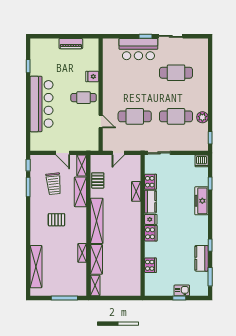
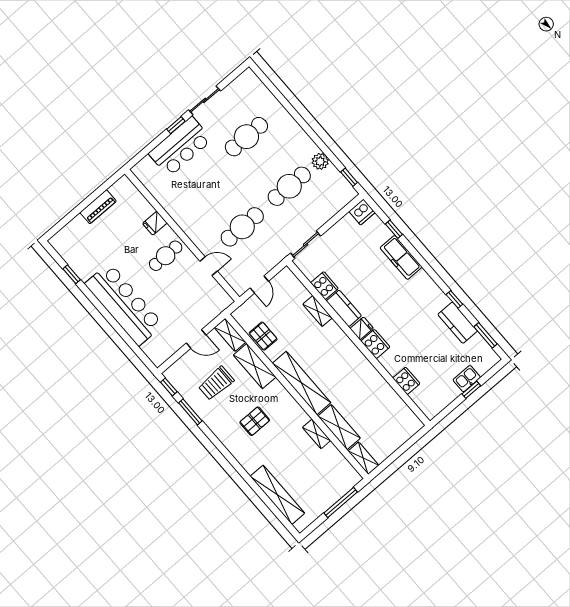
trolley: (54, 184) -> (216, 383), turned 96

